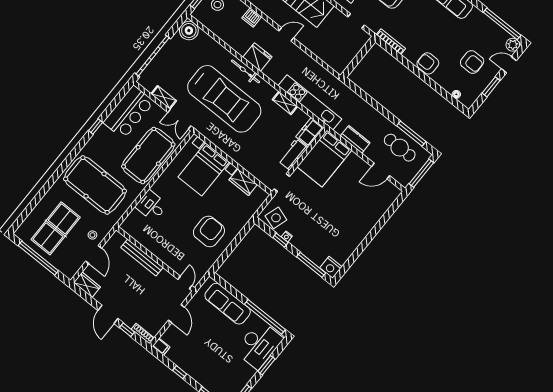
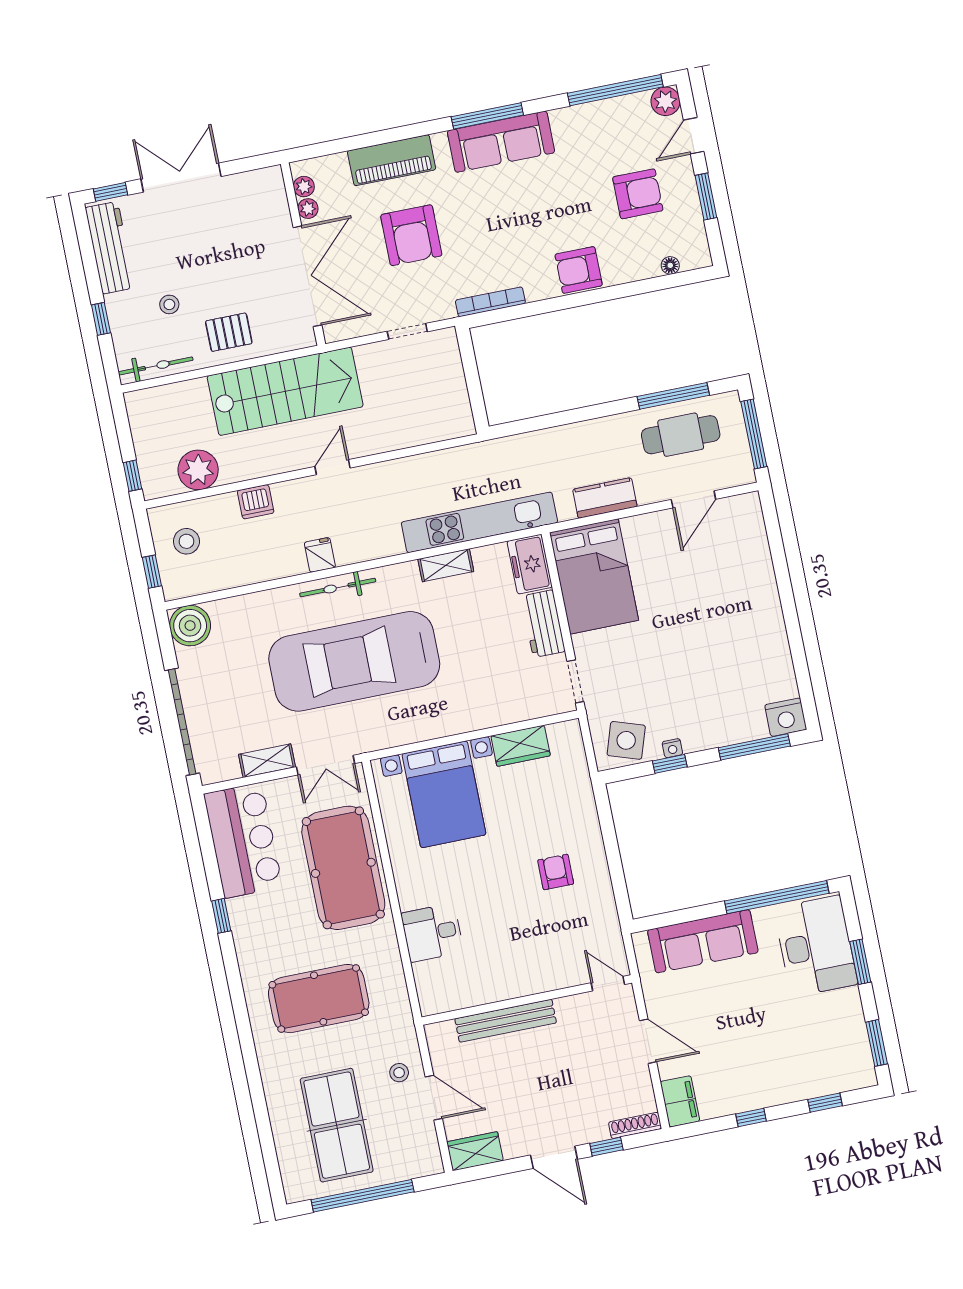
fridge: (257, 57) -> (320, 555), width x0.53, depth x0.75
car: (224, 99) -> (354, 661), turned 180
pool table: (95, 185) -> (319, 999), width x0.73, depth x0.76
armchair: (209, 231) -> (556, 872), width x0.53, depth x0.53
filing cabinet: (161, 347) -> (680, 1101), width x2.00

